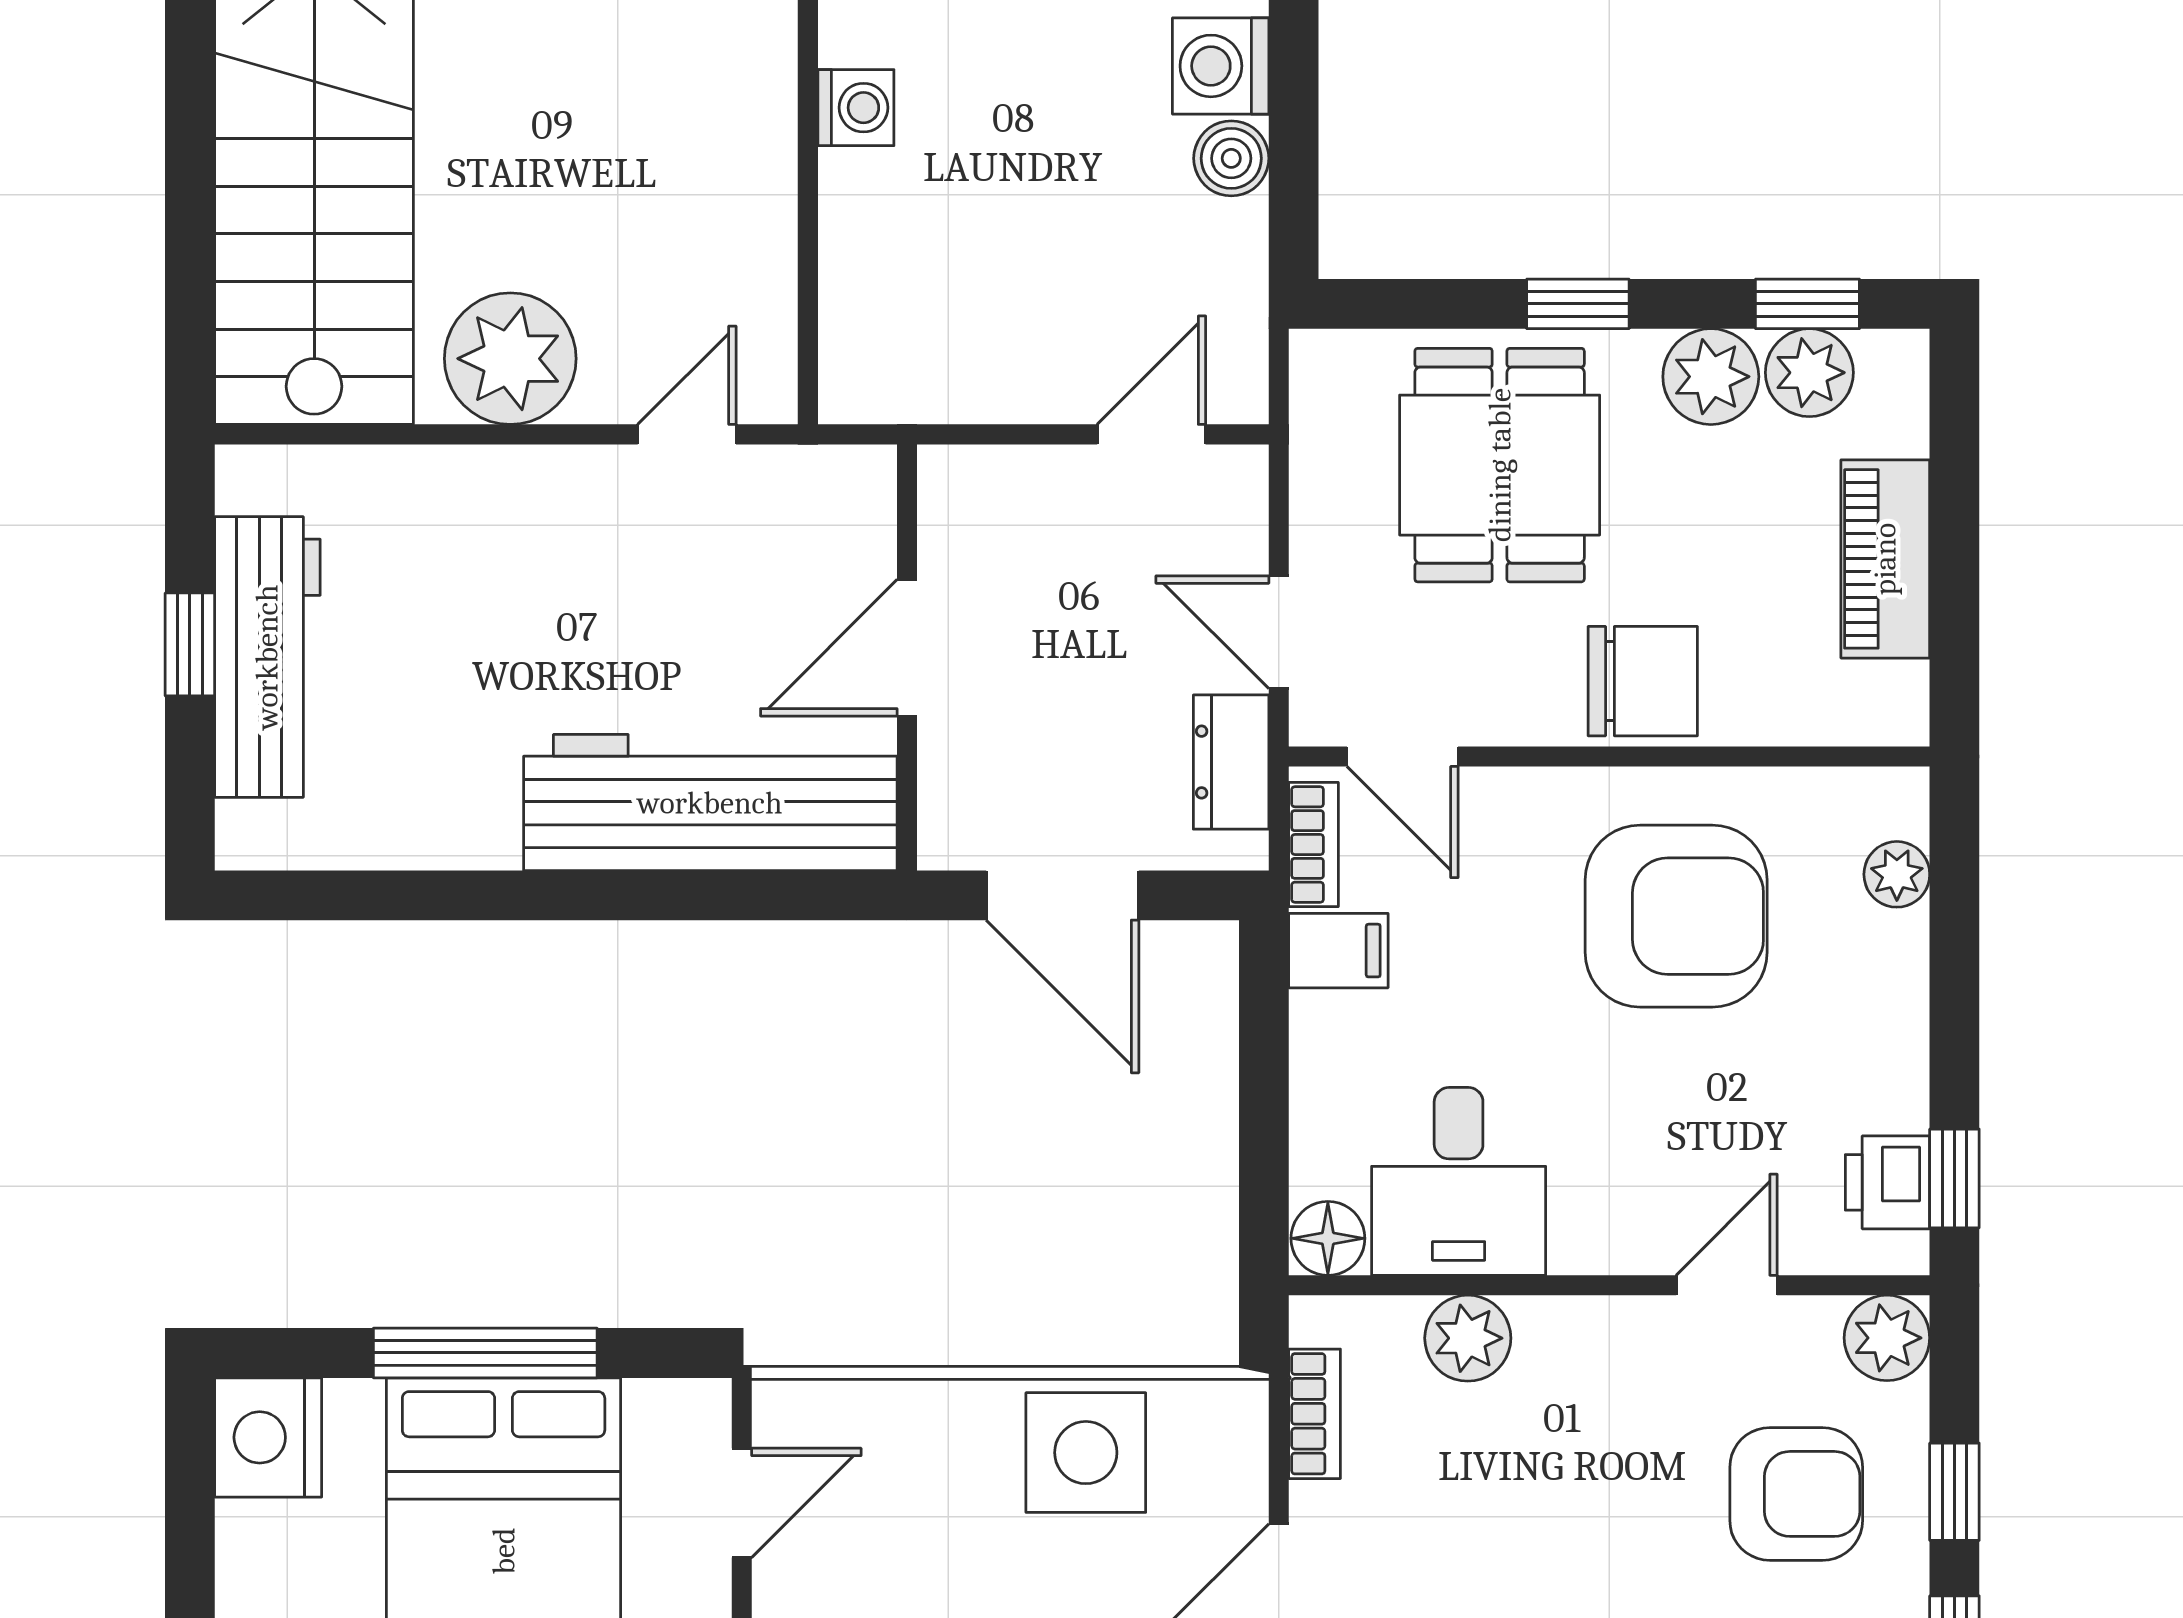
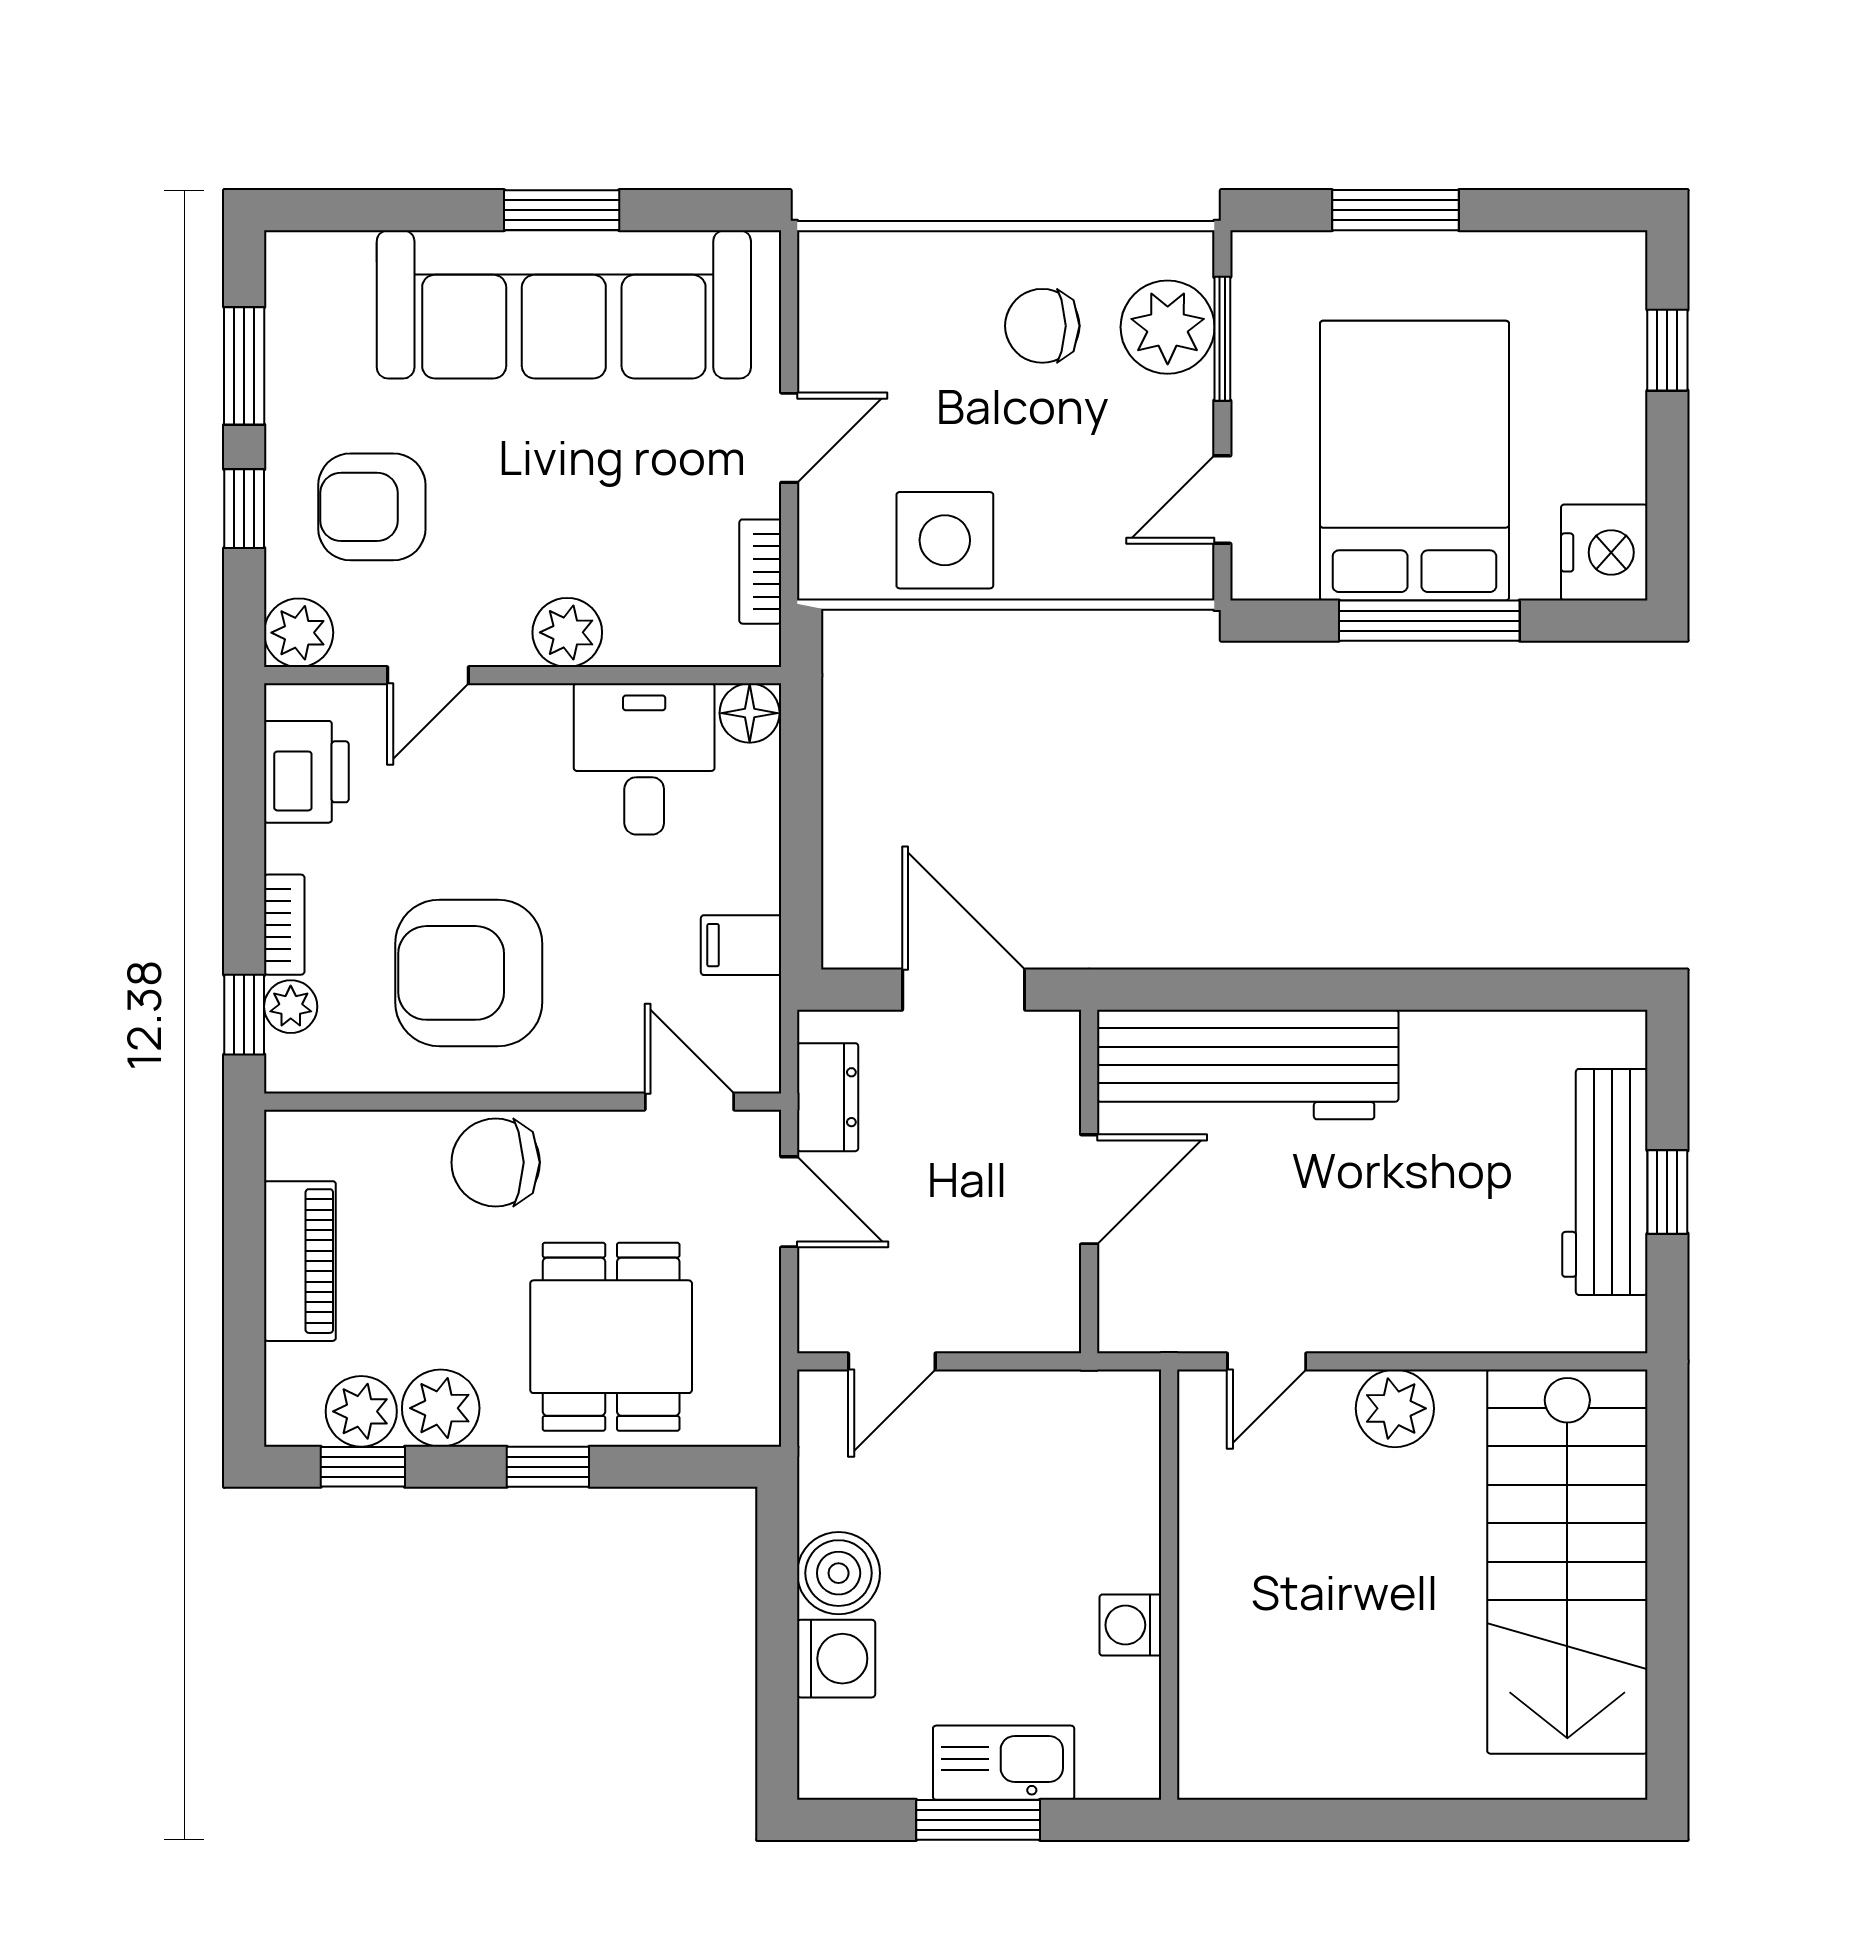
boiler: (1231, 158) -> (839, 1573), width x1.36, depth x1.36
plant: (510, 359) -> (1395, 1408), width x0.73, depth x0.73
bookcase: (1314, 844) -> (284, 925), moved, turned 180
window: (1954, 1178) -> (244, 1015), moved
printer: (1887, 1182) -> (306, 772), width x1.36, depth x1.24
plant: (1468, 1338) -> (567, 632), moved

